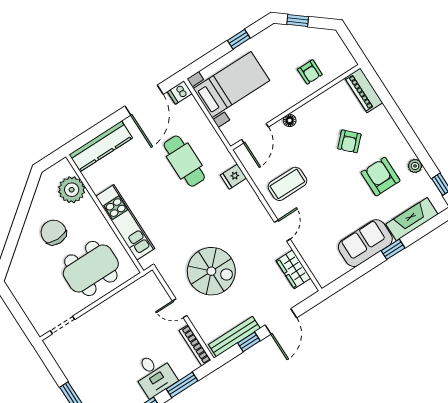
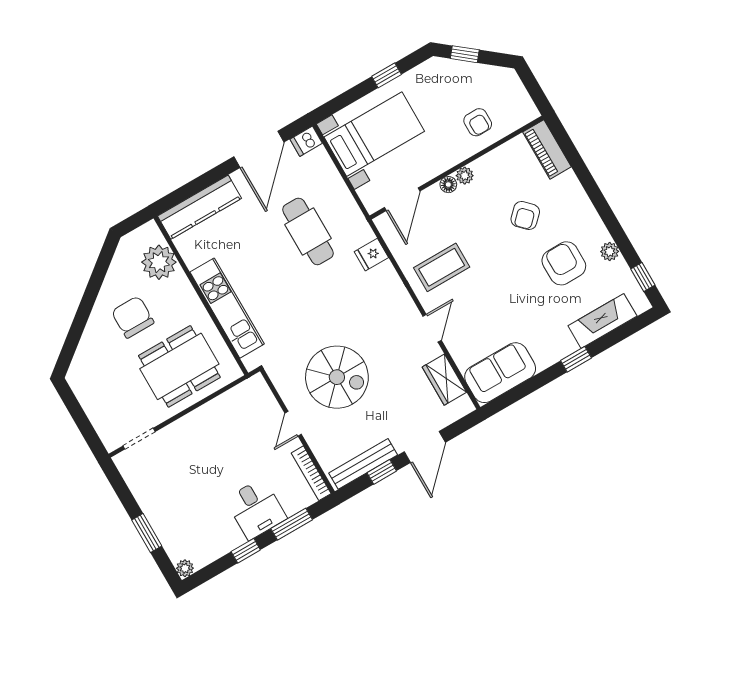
plant: (302, 113) -> (465, 176), added
sofa: (365, 243) -> (500, 373), moved
door: (180, 308) -> (293, 424), hinge flipped

